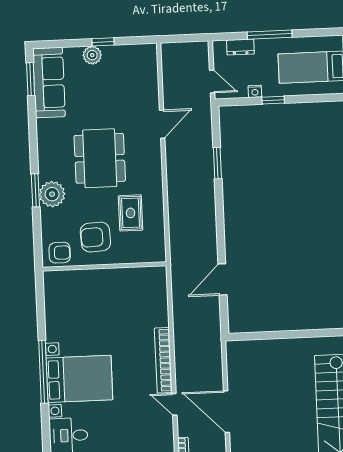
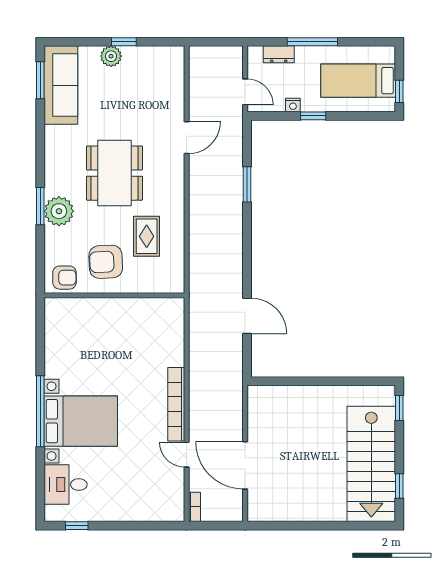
door: (222, 279) -> (247, 316), swing flipped

